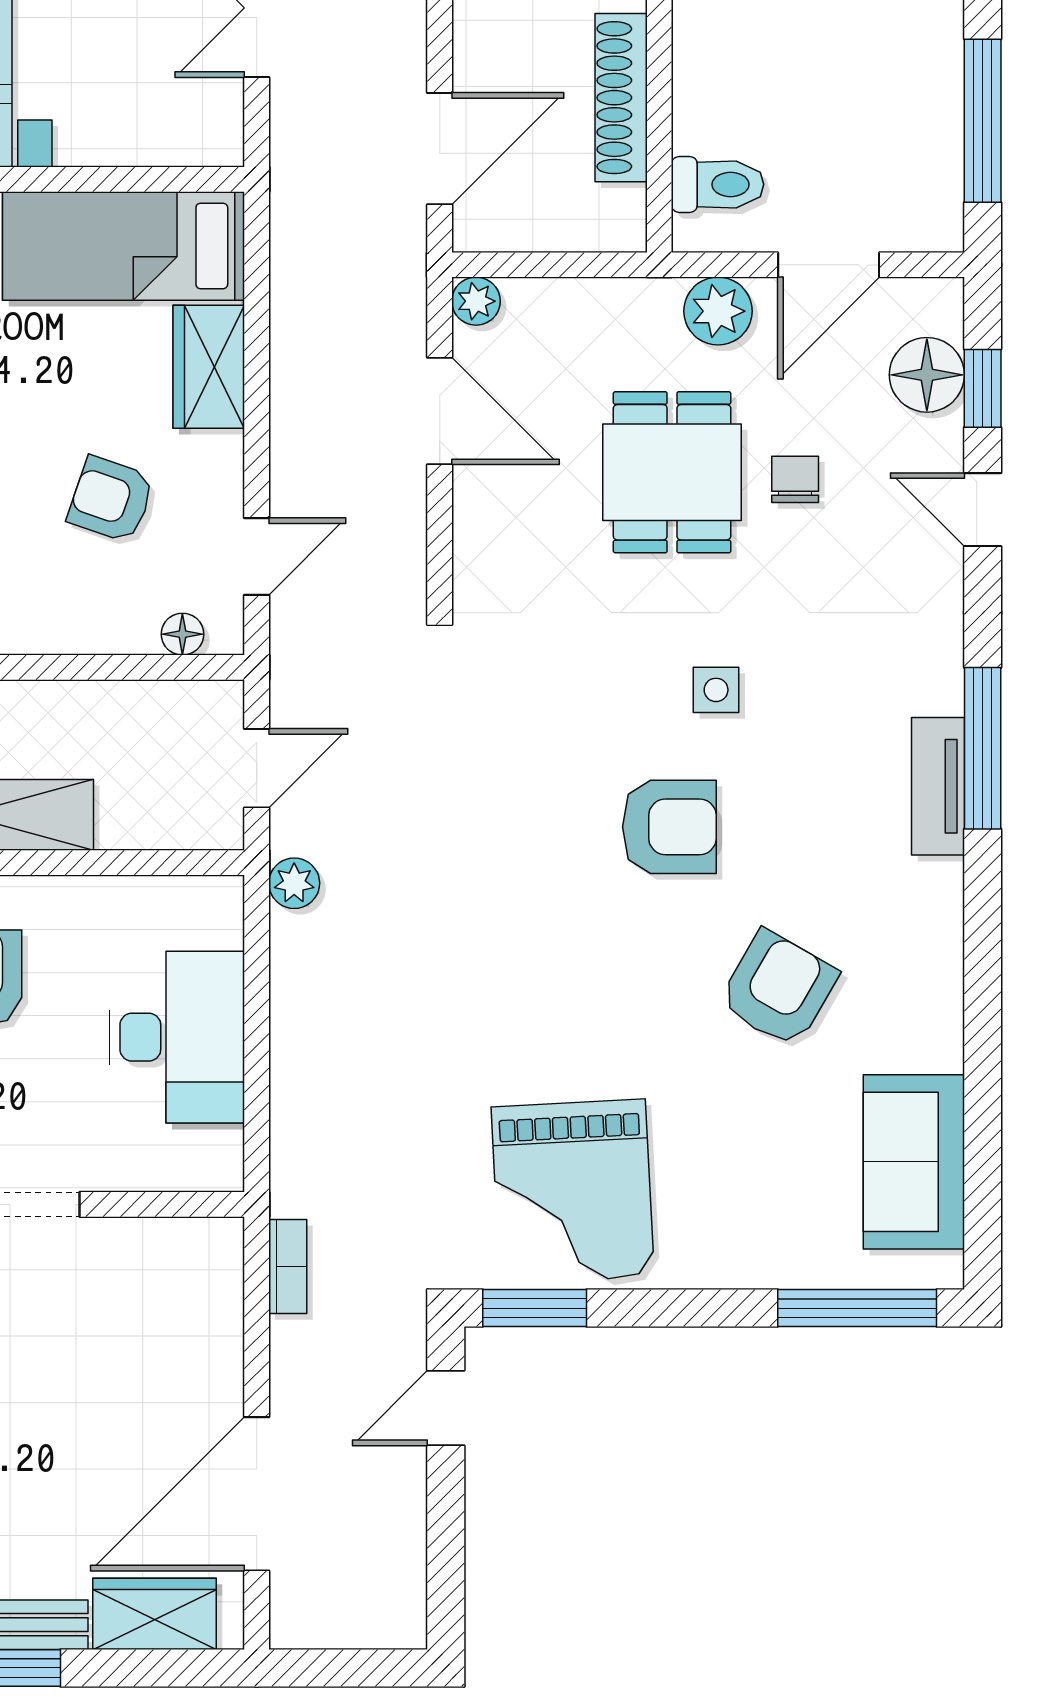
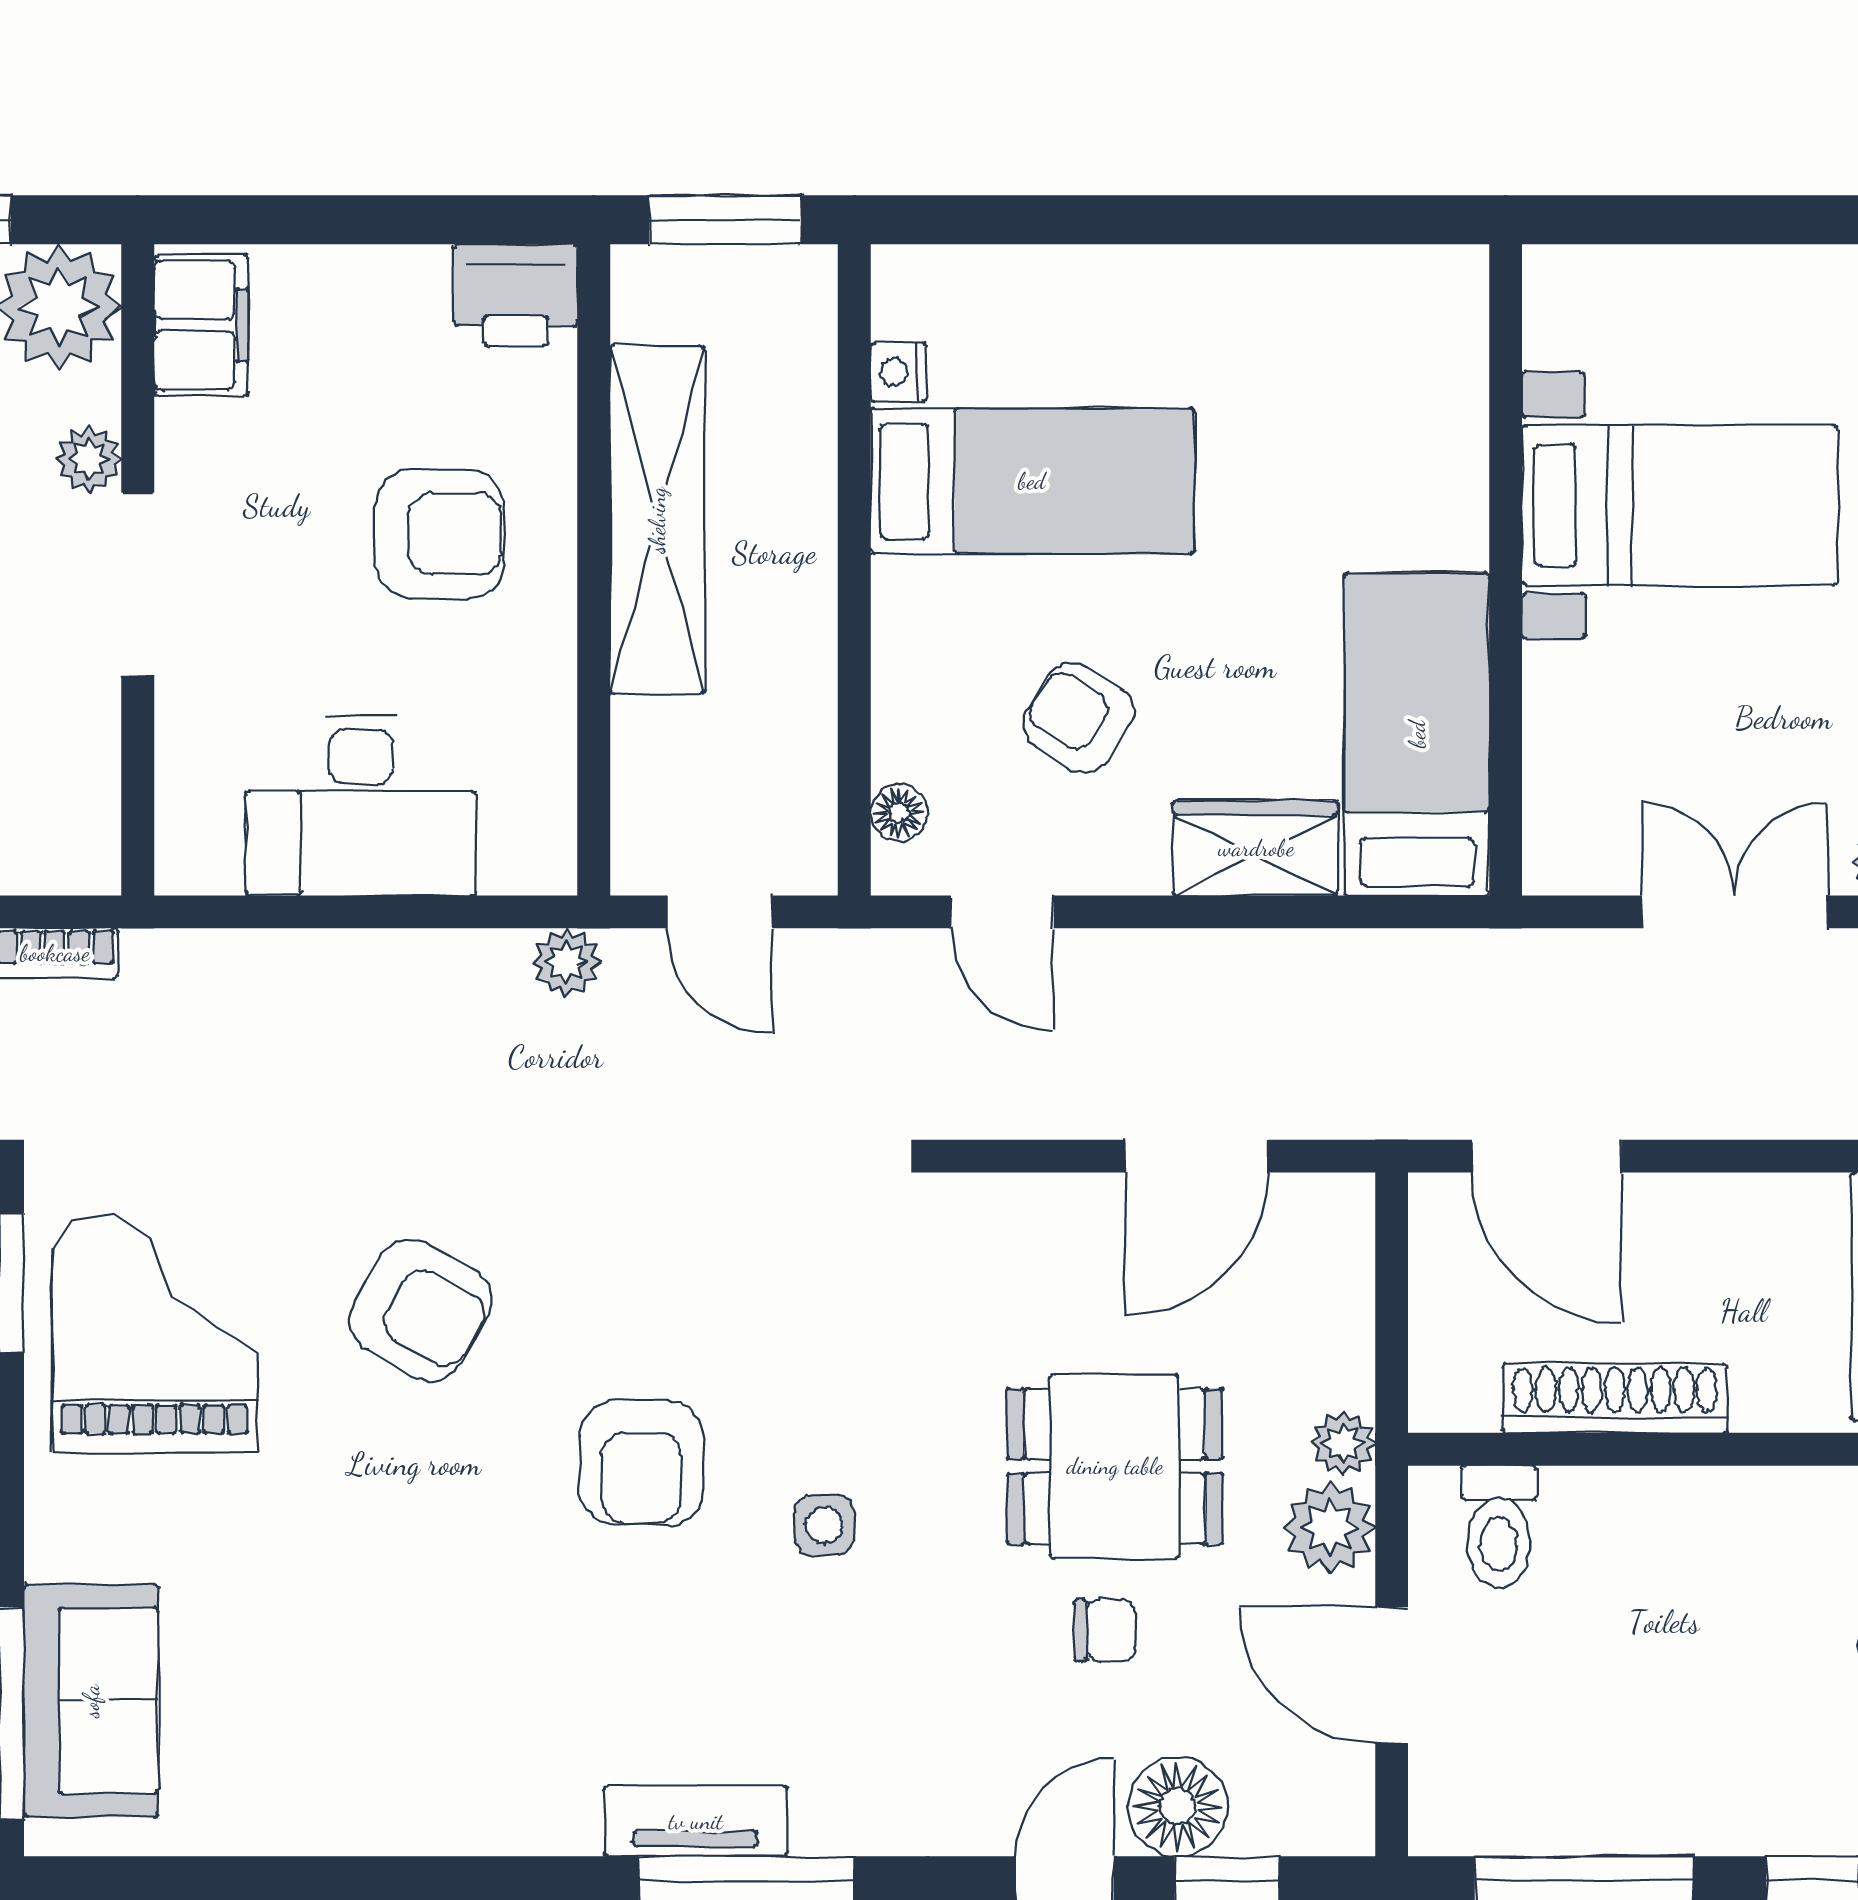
plant: (476, 301) -> (1343, 1443), moved
floor lamp: (927, 375) -> (1178, 1806), moved
armchair: (111, 499) -> (1079, 717), turned -76
armchair: (778, 989) -> (421, 1310), moved
sofa: (914, 1162) -> (91, 1701), moved, turned 90
grand piano: (573, 1192) -> (155, 1334), turned 93

